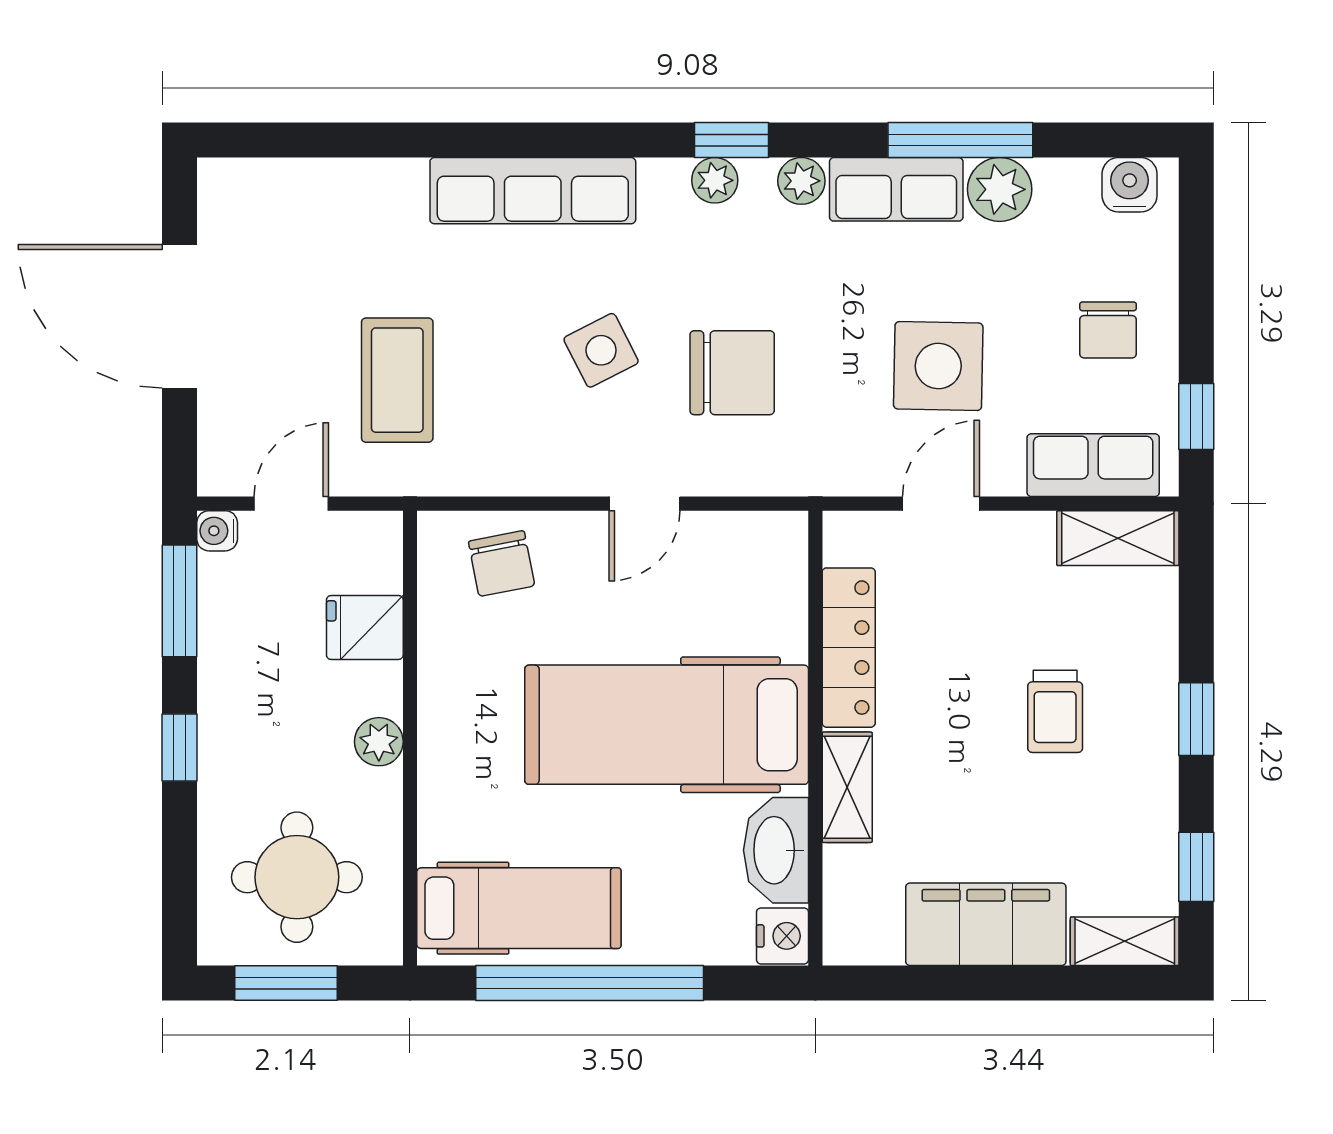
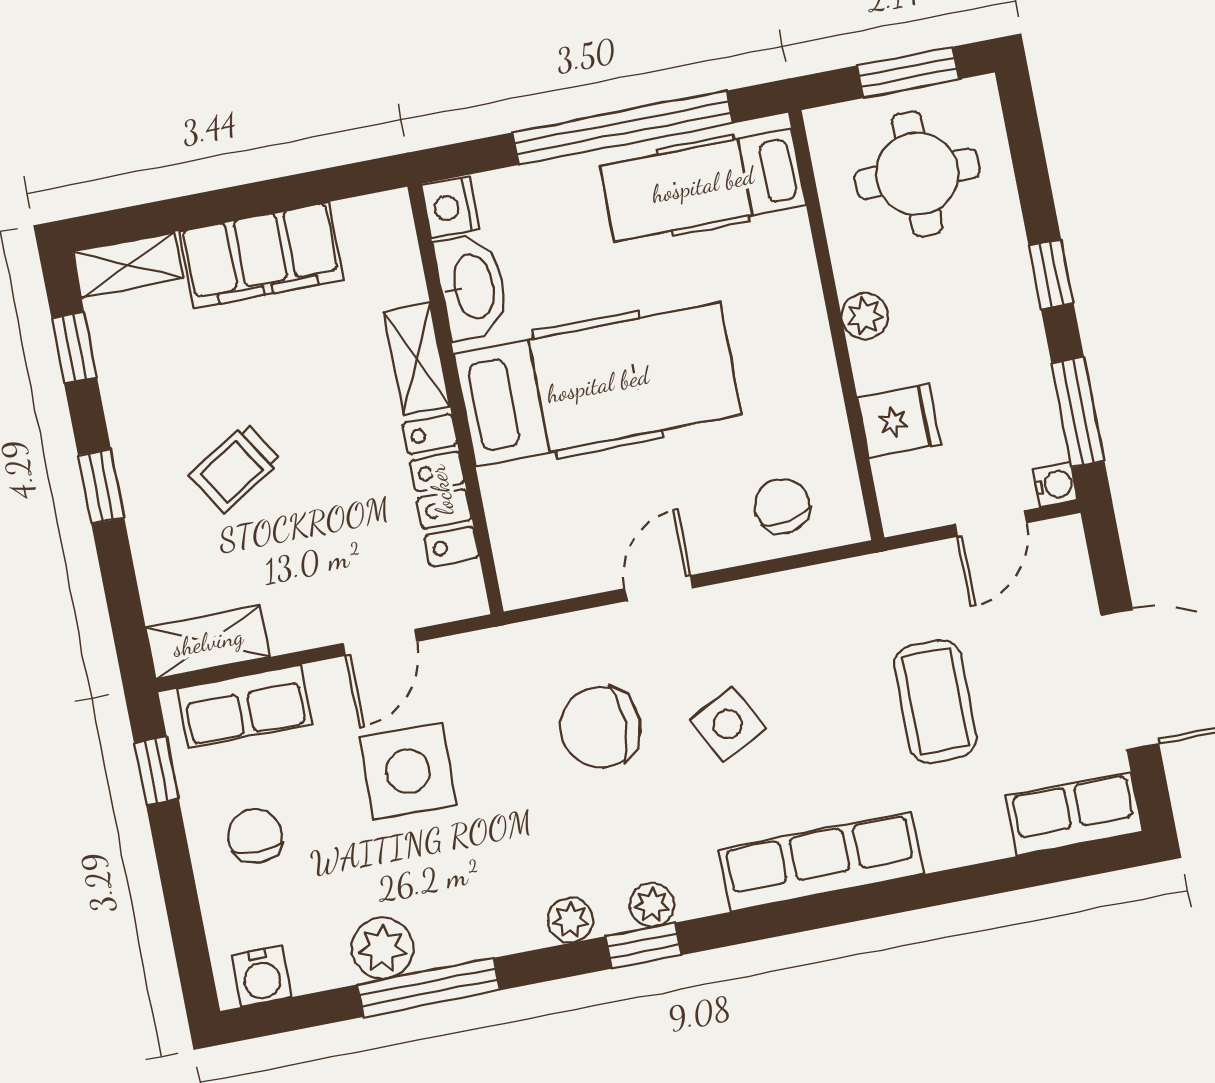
row of seats: (896, 189) -> (1074, 814), moved
coffee table: (397, 380) -> (935, 702), moved
trolley: (1055, 711) -> (235, 468), turned -122

